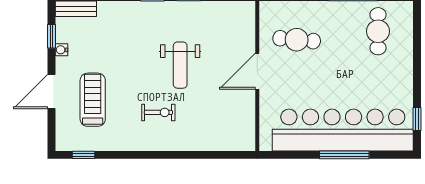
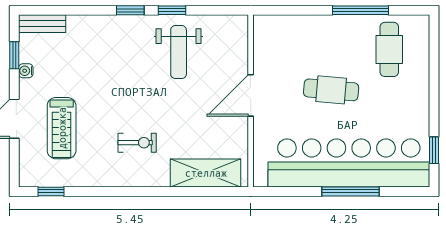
cafe table: (297, 40) -> (331, 90), moved
weight bench: (180, 65) -> (179, 52), moved
treadmill: (93, 100) -> (62, 128), turned 180
shelving: (218, 139) -> (206, 173), added

